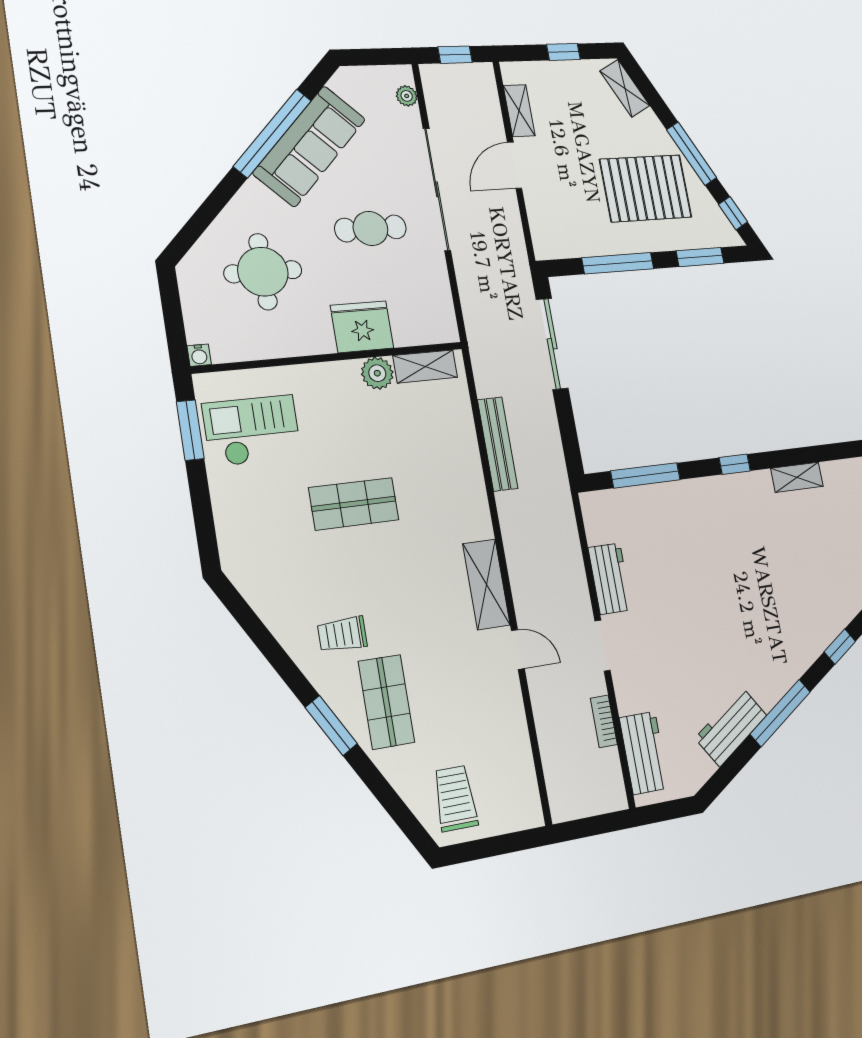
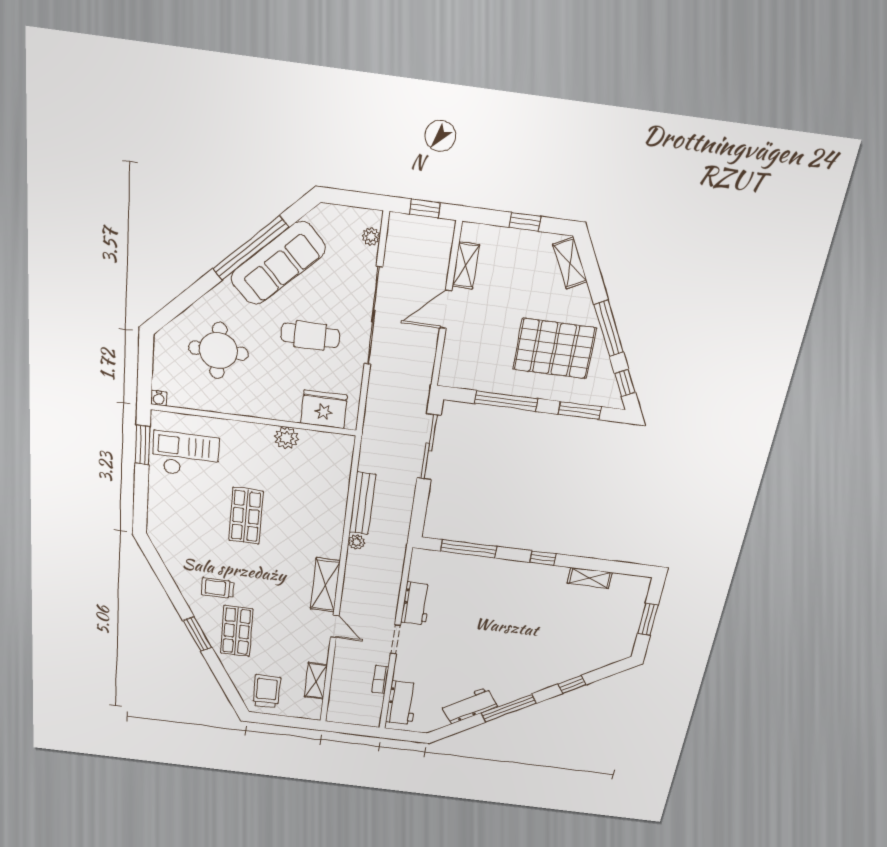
fridge: (362, 327) -> (324, 409), moved
shelving: (425, 366) -> (316, 681), moved, turned 90
shop shelf: (354, 504) -> (246, 516), turned 90
plant: (507, 504) -> (357, 542), added

